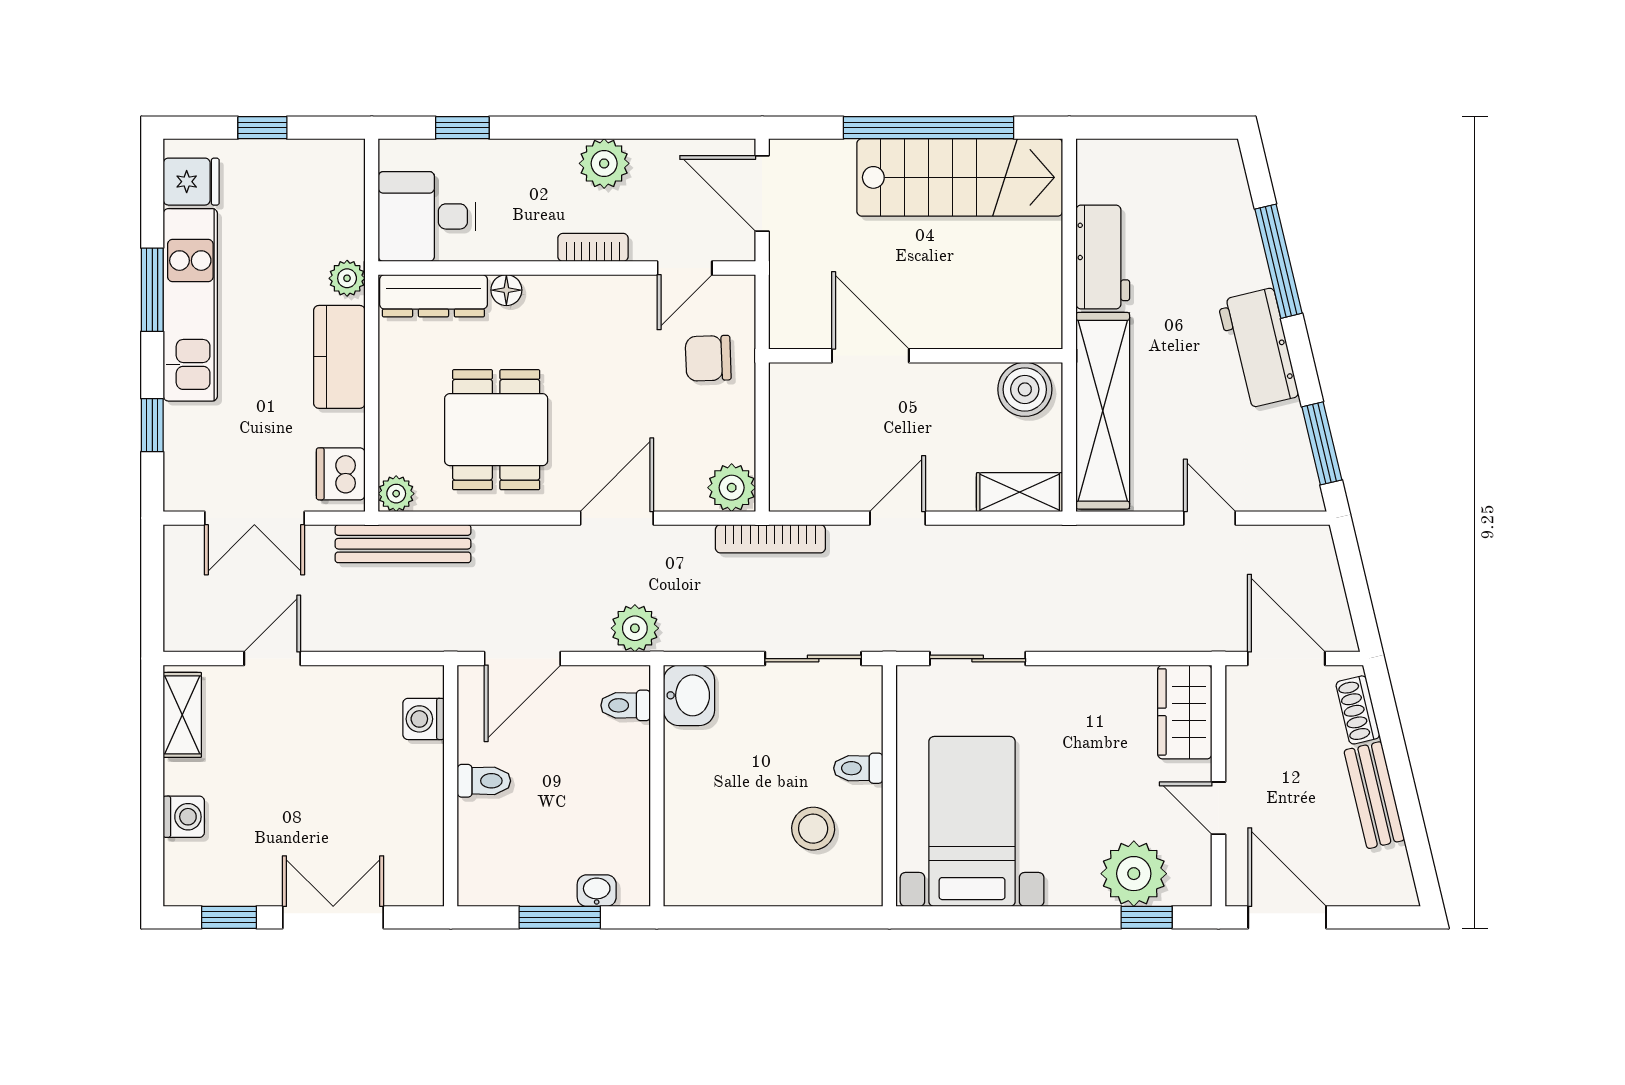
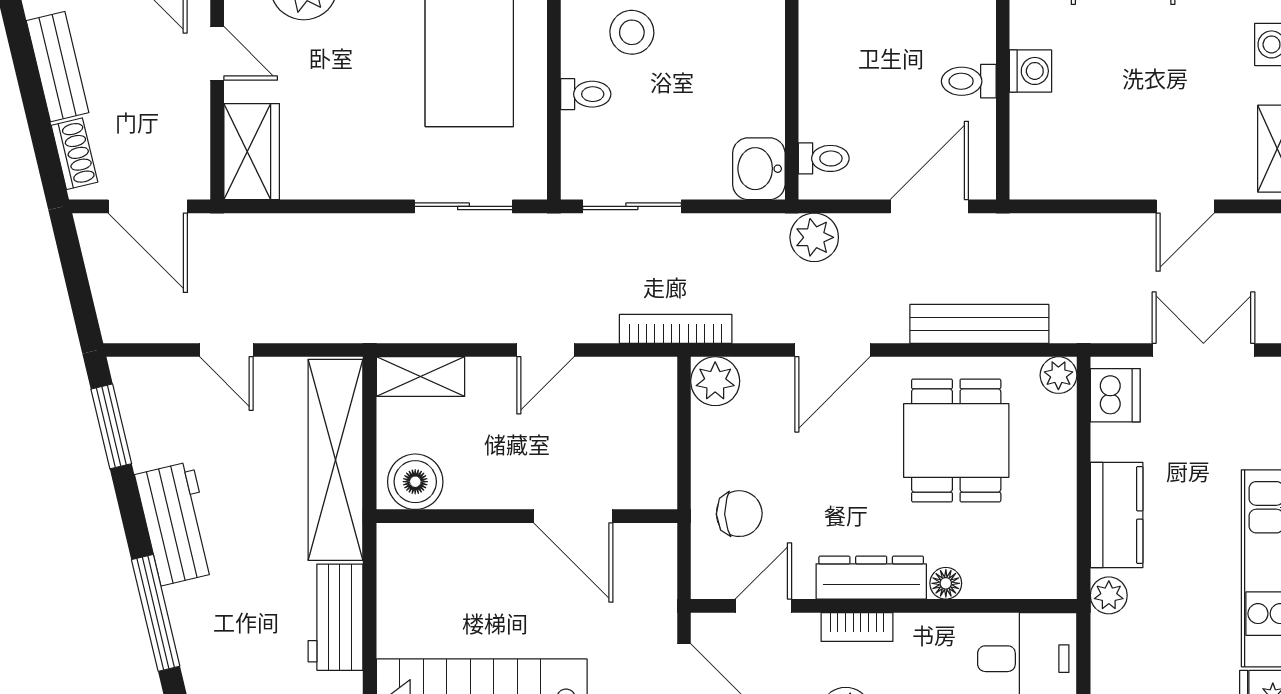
dresser: (433, 296) -> (871, 578), moved
bench: (403, 544) -> (979, 324), moved
washing machine: (423, 719) -> (1031, 71), moved

